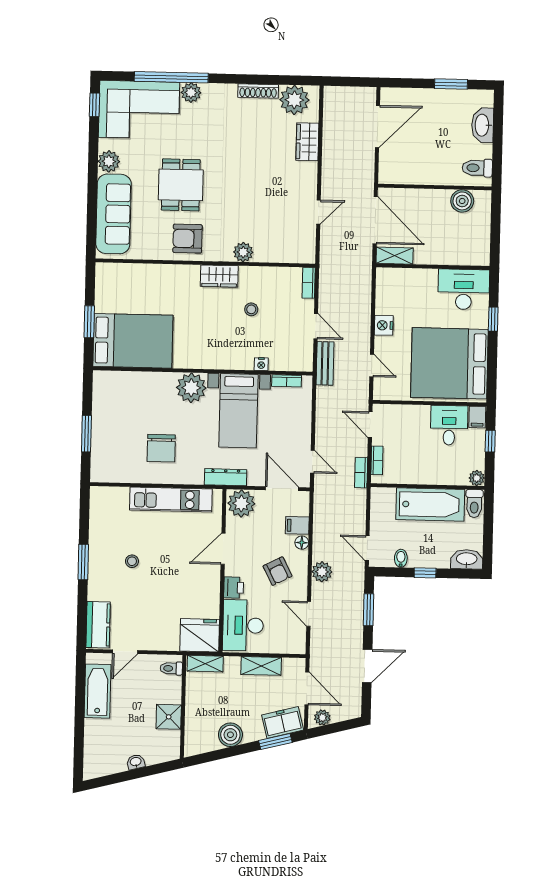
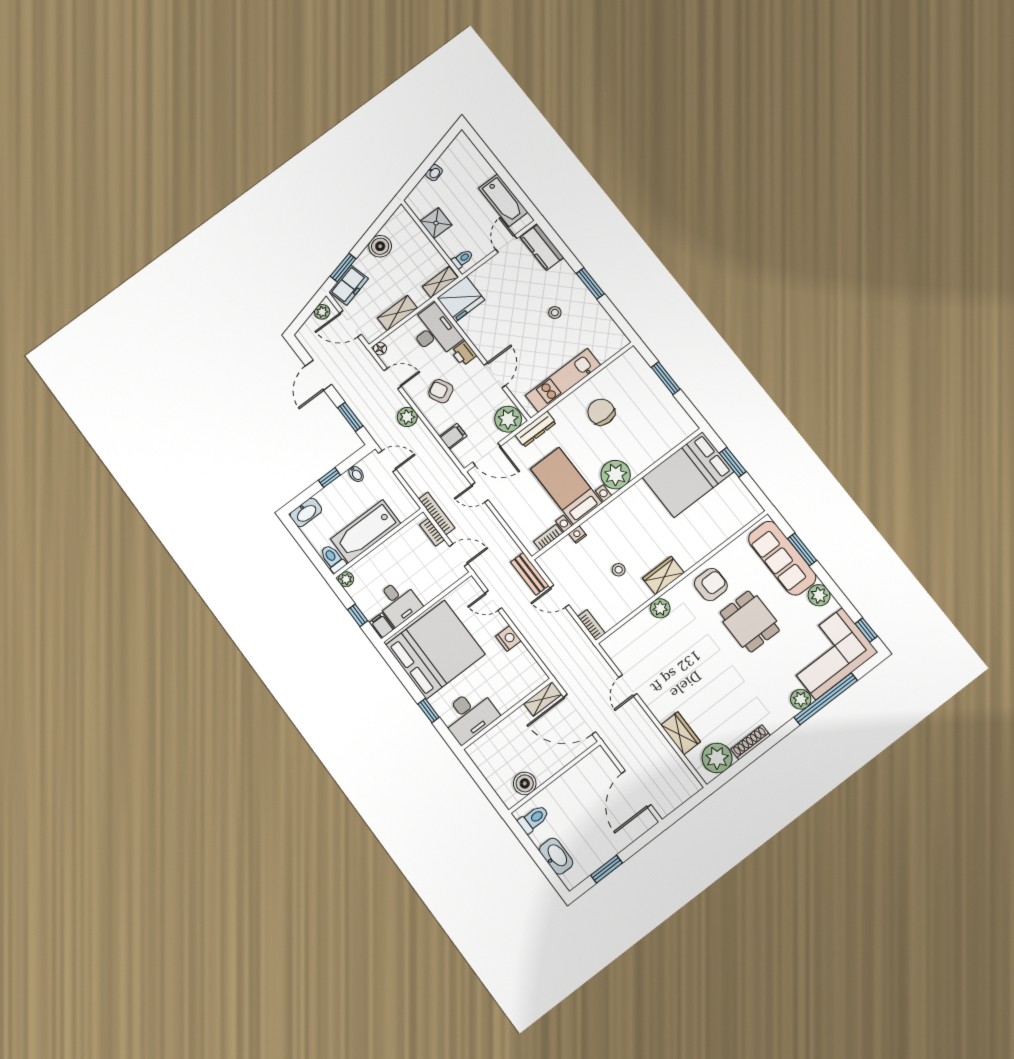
window: (92, 208) -> (802, 549), added
bookcase: (361, 473) -> (437, 513), width x1.56
floor lamp: (302, 543) -> (380, 349), moved

